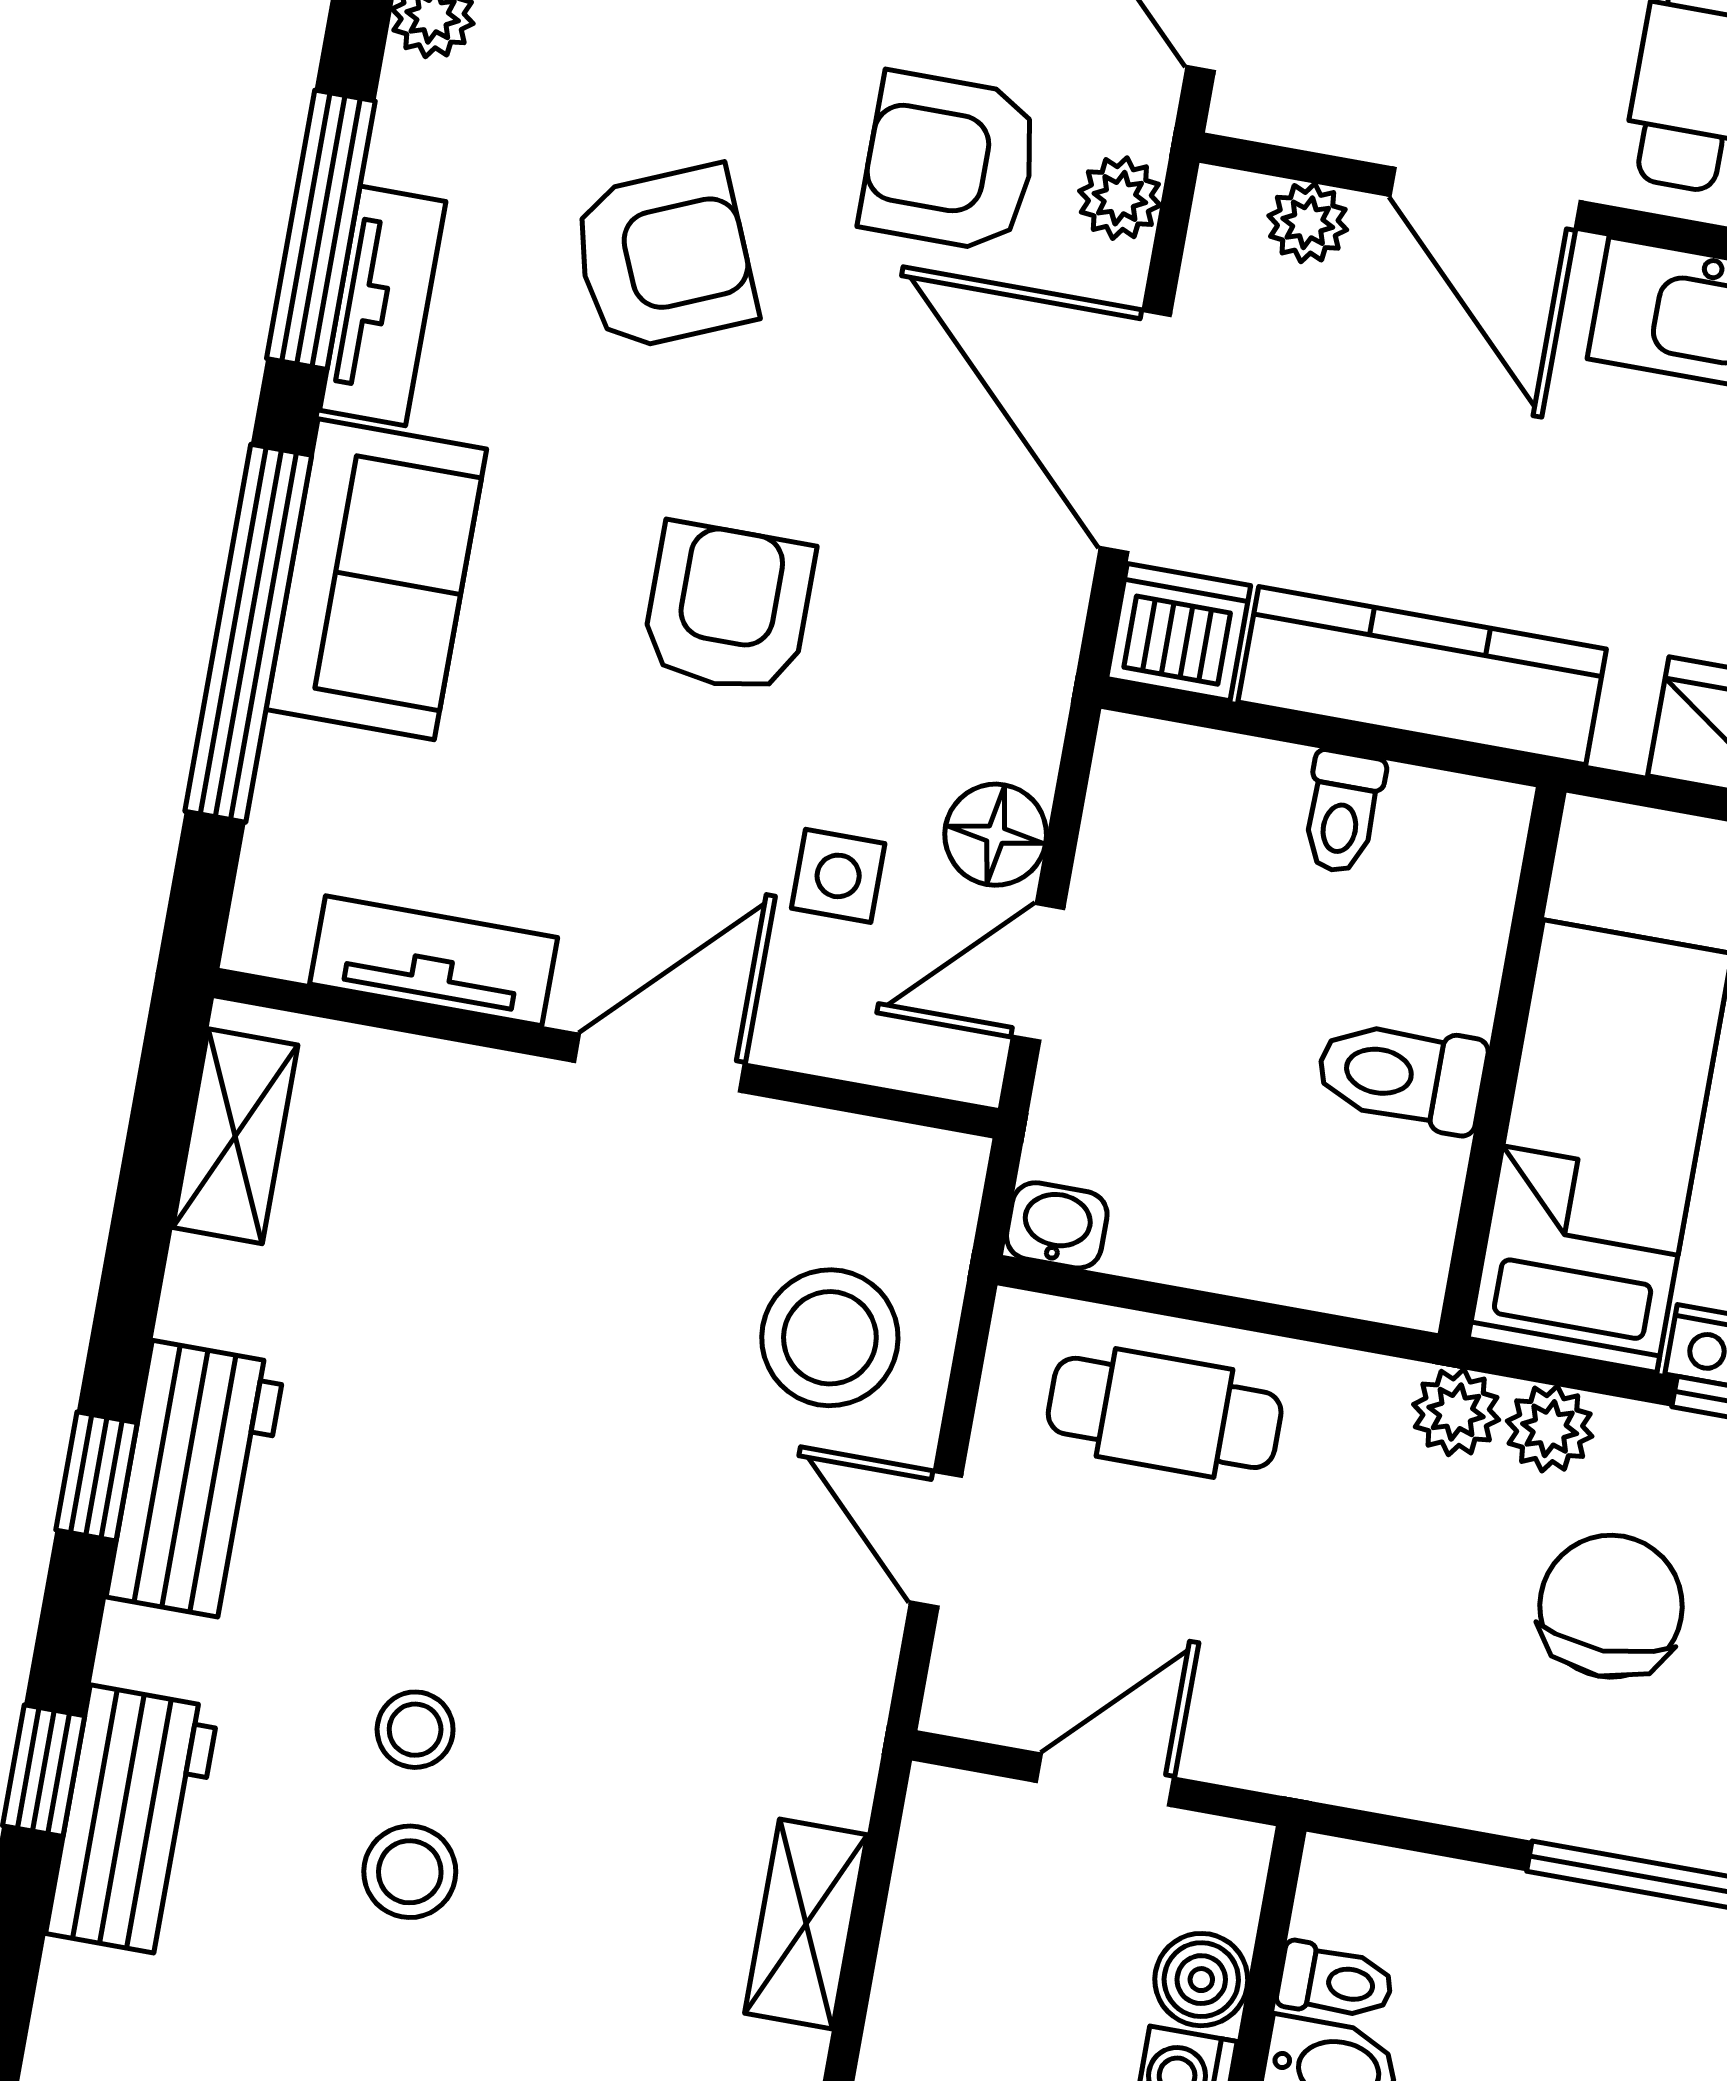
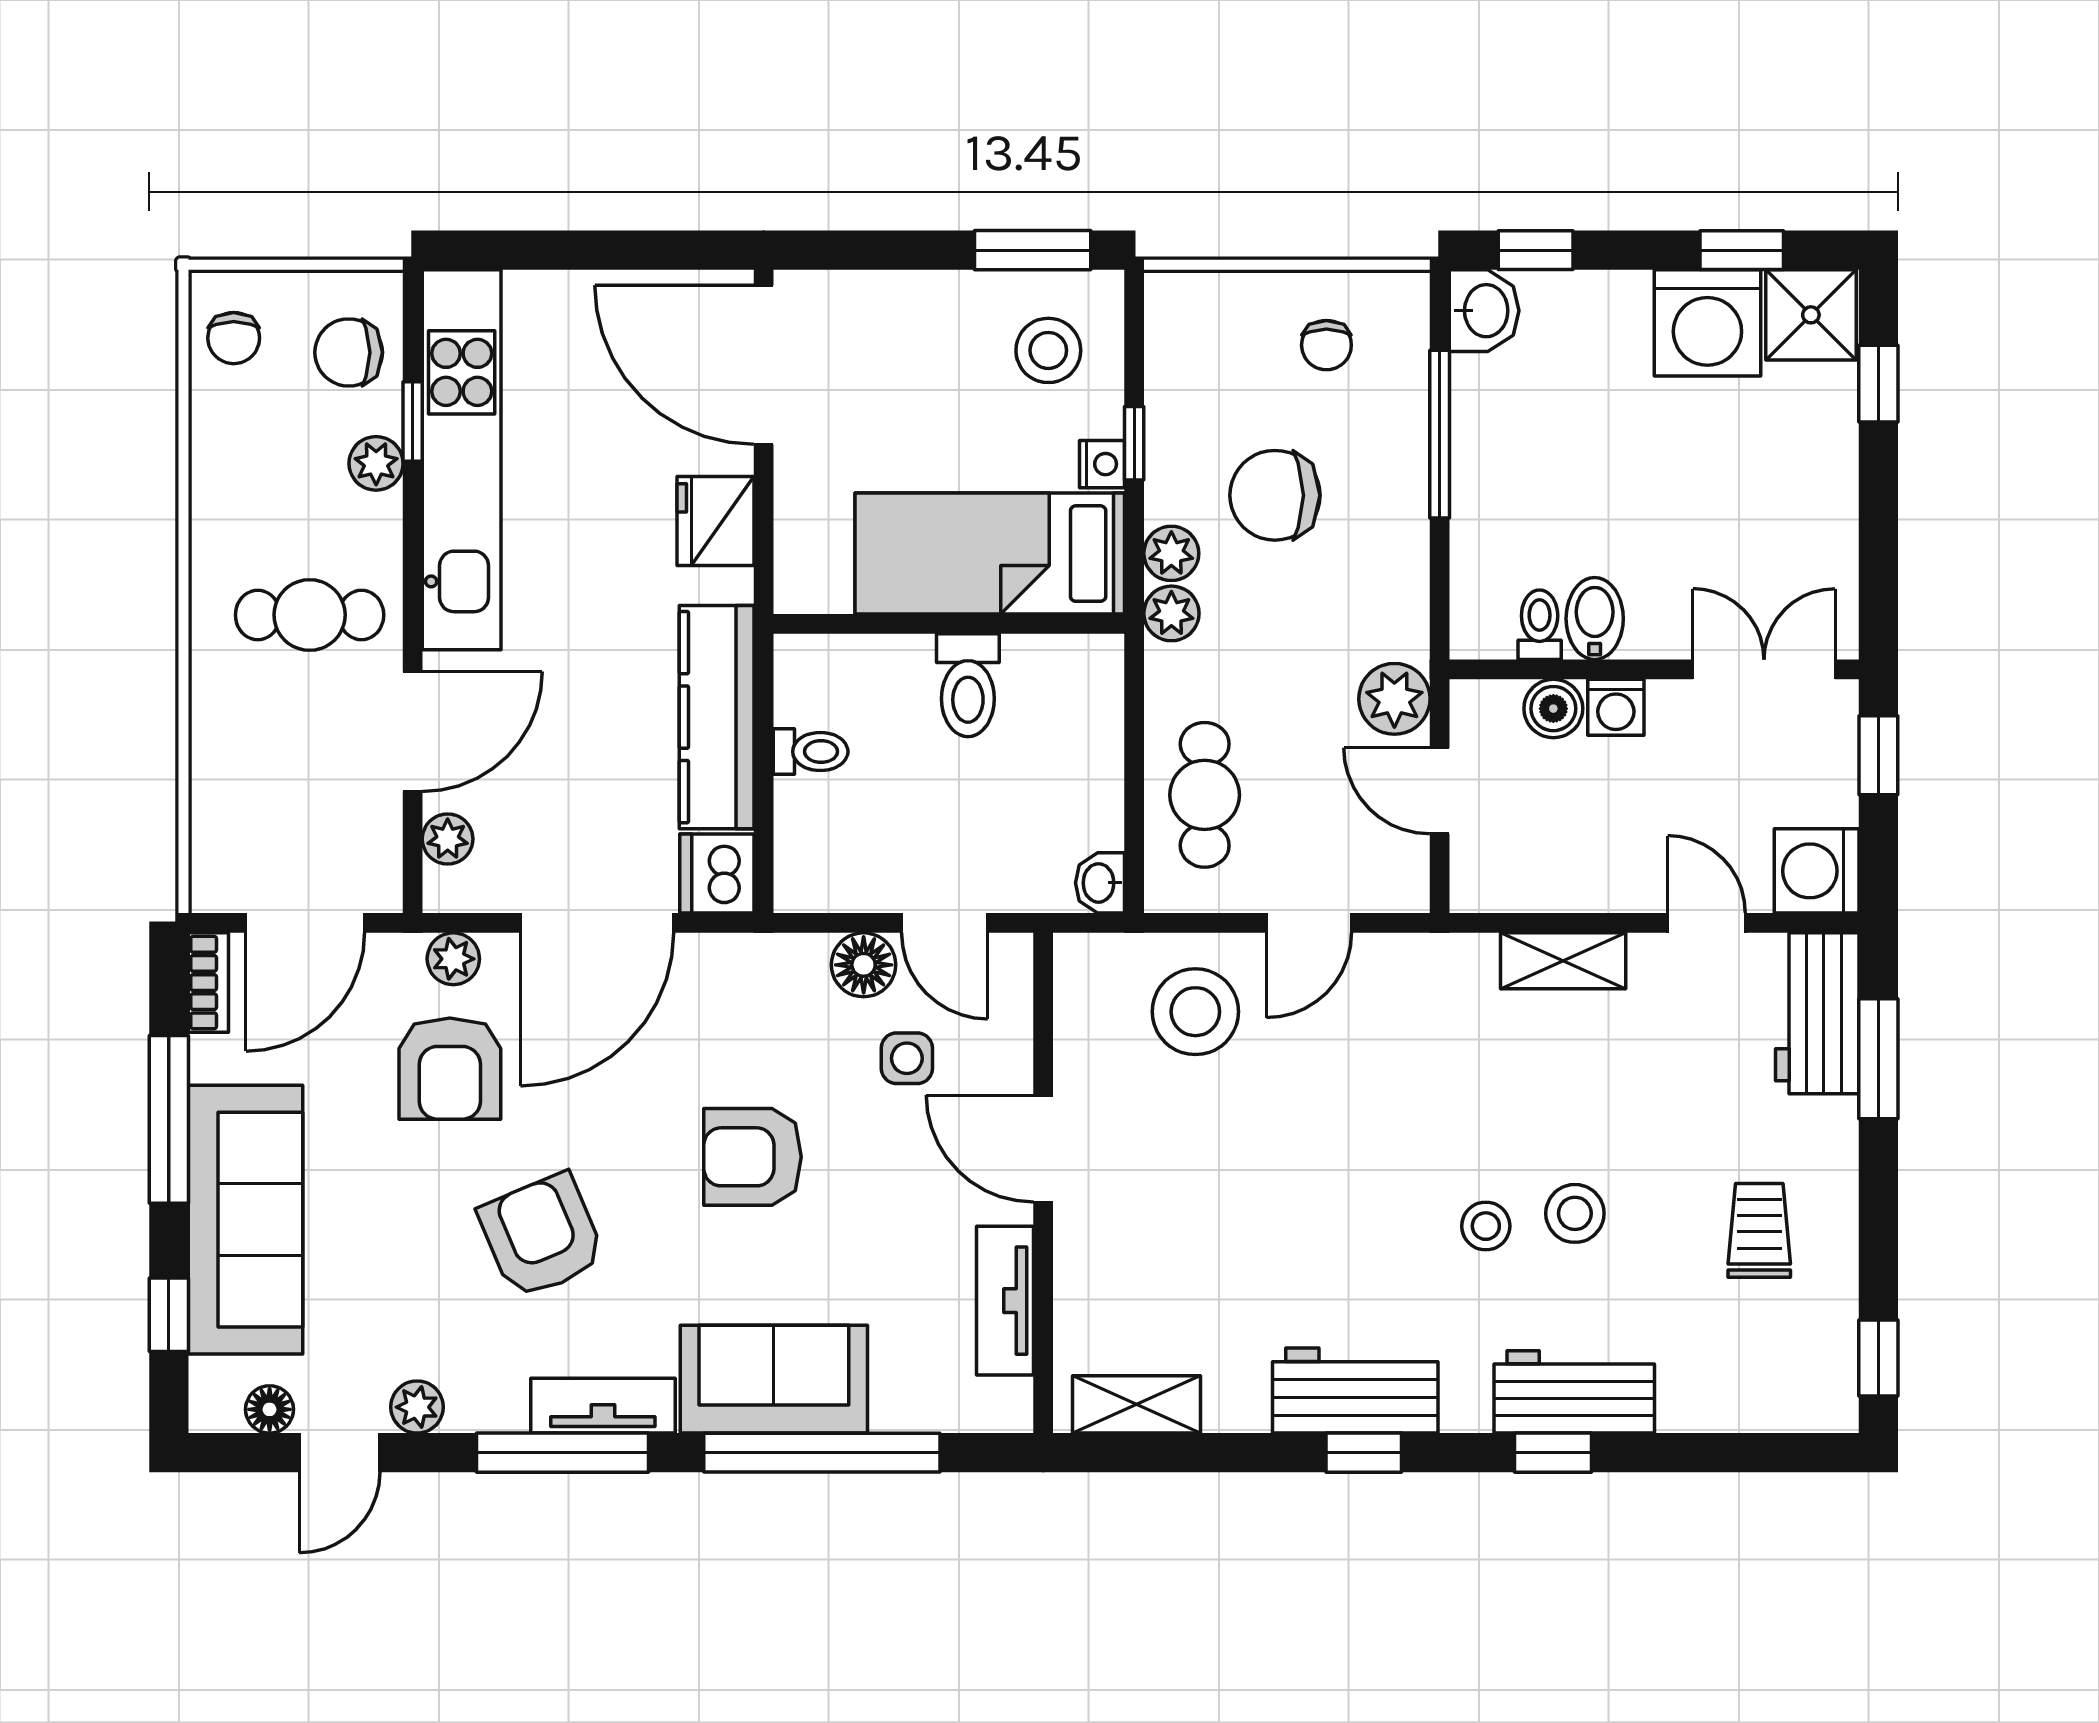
plant: (1261, 1735) -> (1394, 699), added

